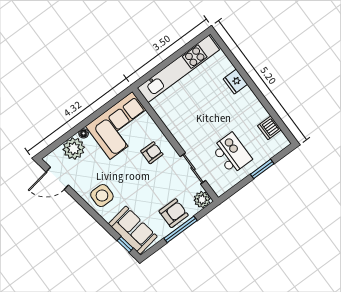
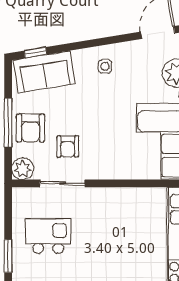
armchair: (152, 153) -> (68, 146), moved
kitchen island: (232, 153) -> (48, 236), turned 180
side table: (102, 196) -> (105, 66), width x0.54, depth x0.54

